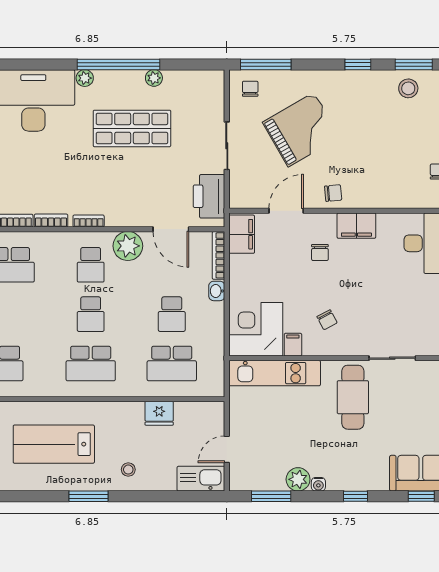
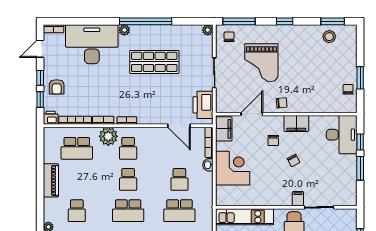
window: (358, 64) -> (285, 21), moved
plant: (154, 78) -> (208, 30), moved
grand piano: (301, 130) -> (261, 63), turned 120
plant: (128, 246) -> (108, 136), moved
chair: (327, 320) -> (294, 161), moved
corner desk: (256, 329) -> (233, 168), moved, turned 90
filing cabinet: (293, 345) -> (298, 199), moved

